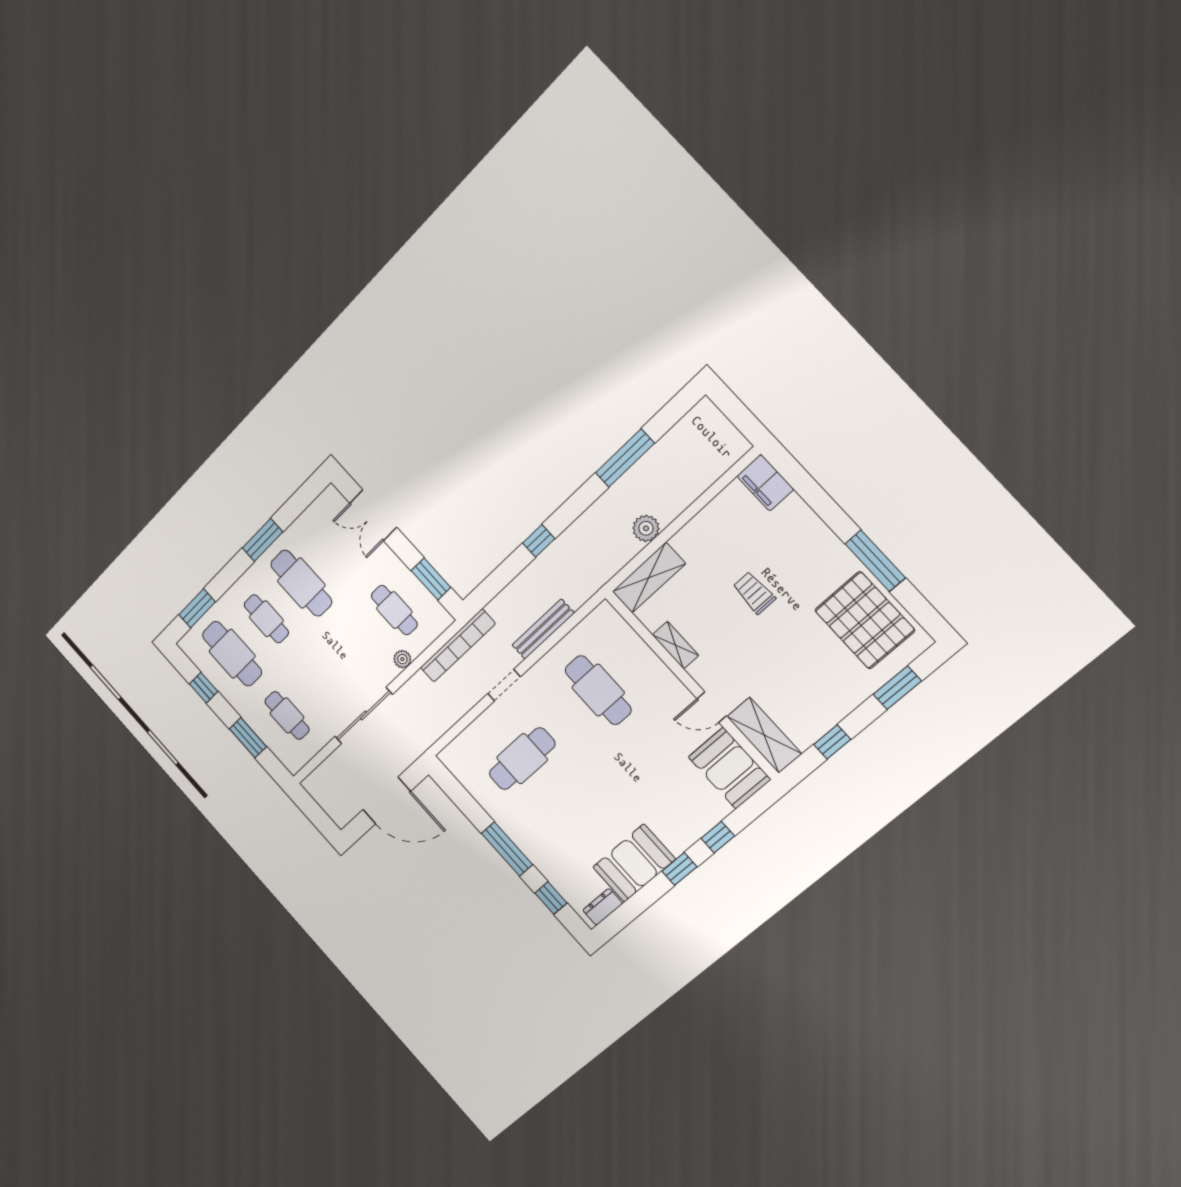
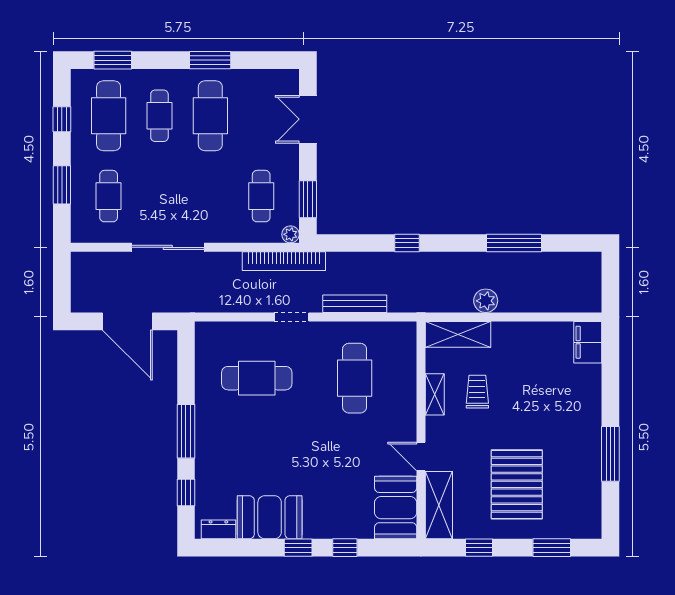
trolley: (754, 593) -> (477, 392), moved
pallet: (865, 620) -> (517, 484), moved
plant: (402, 659) -> (291, 234), moved

